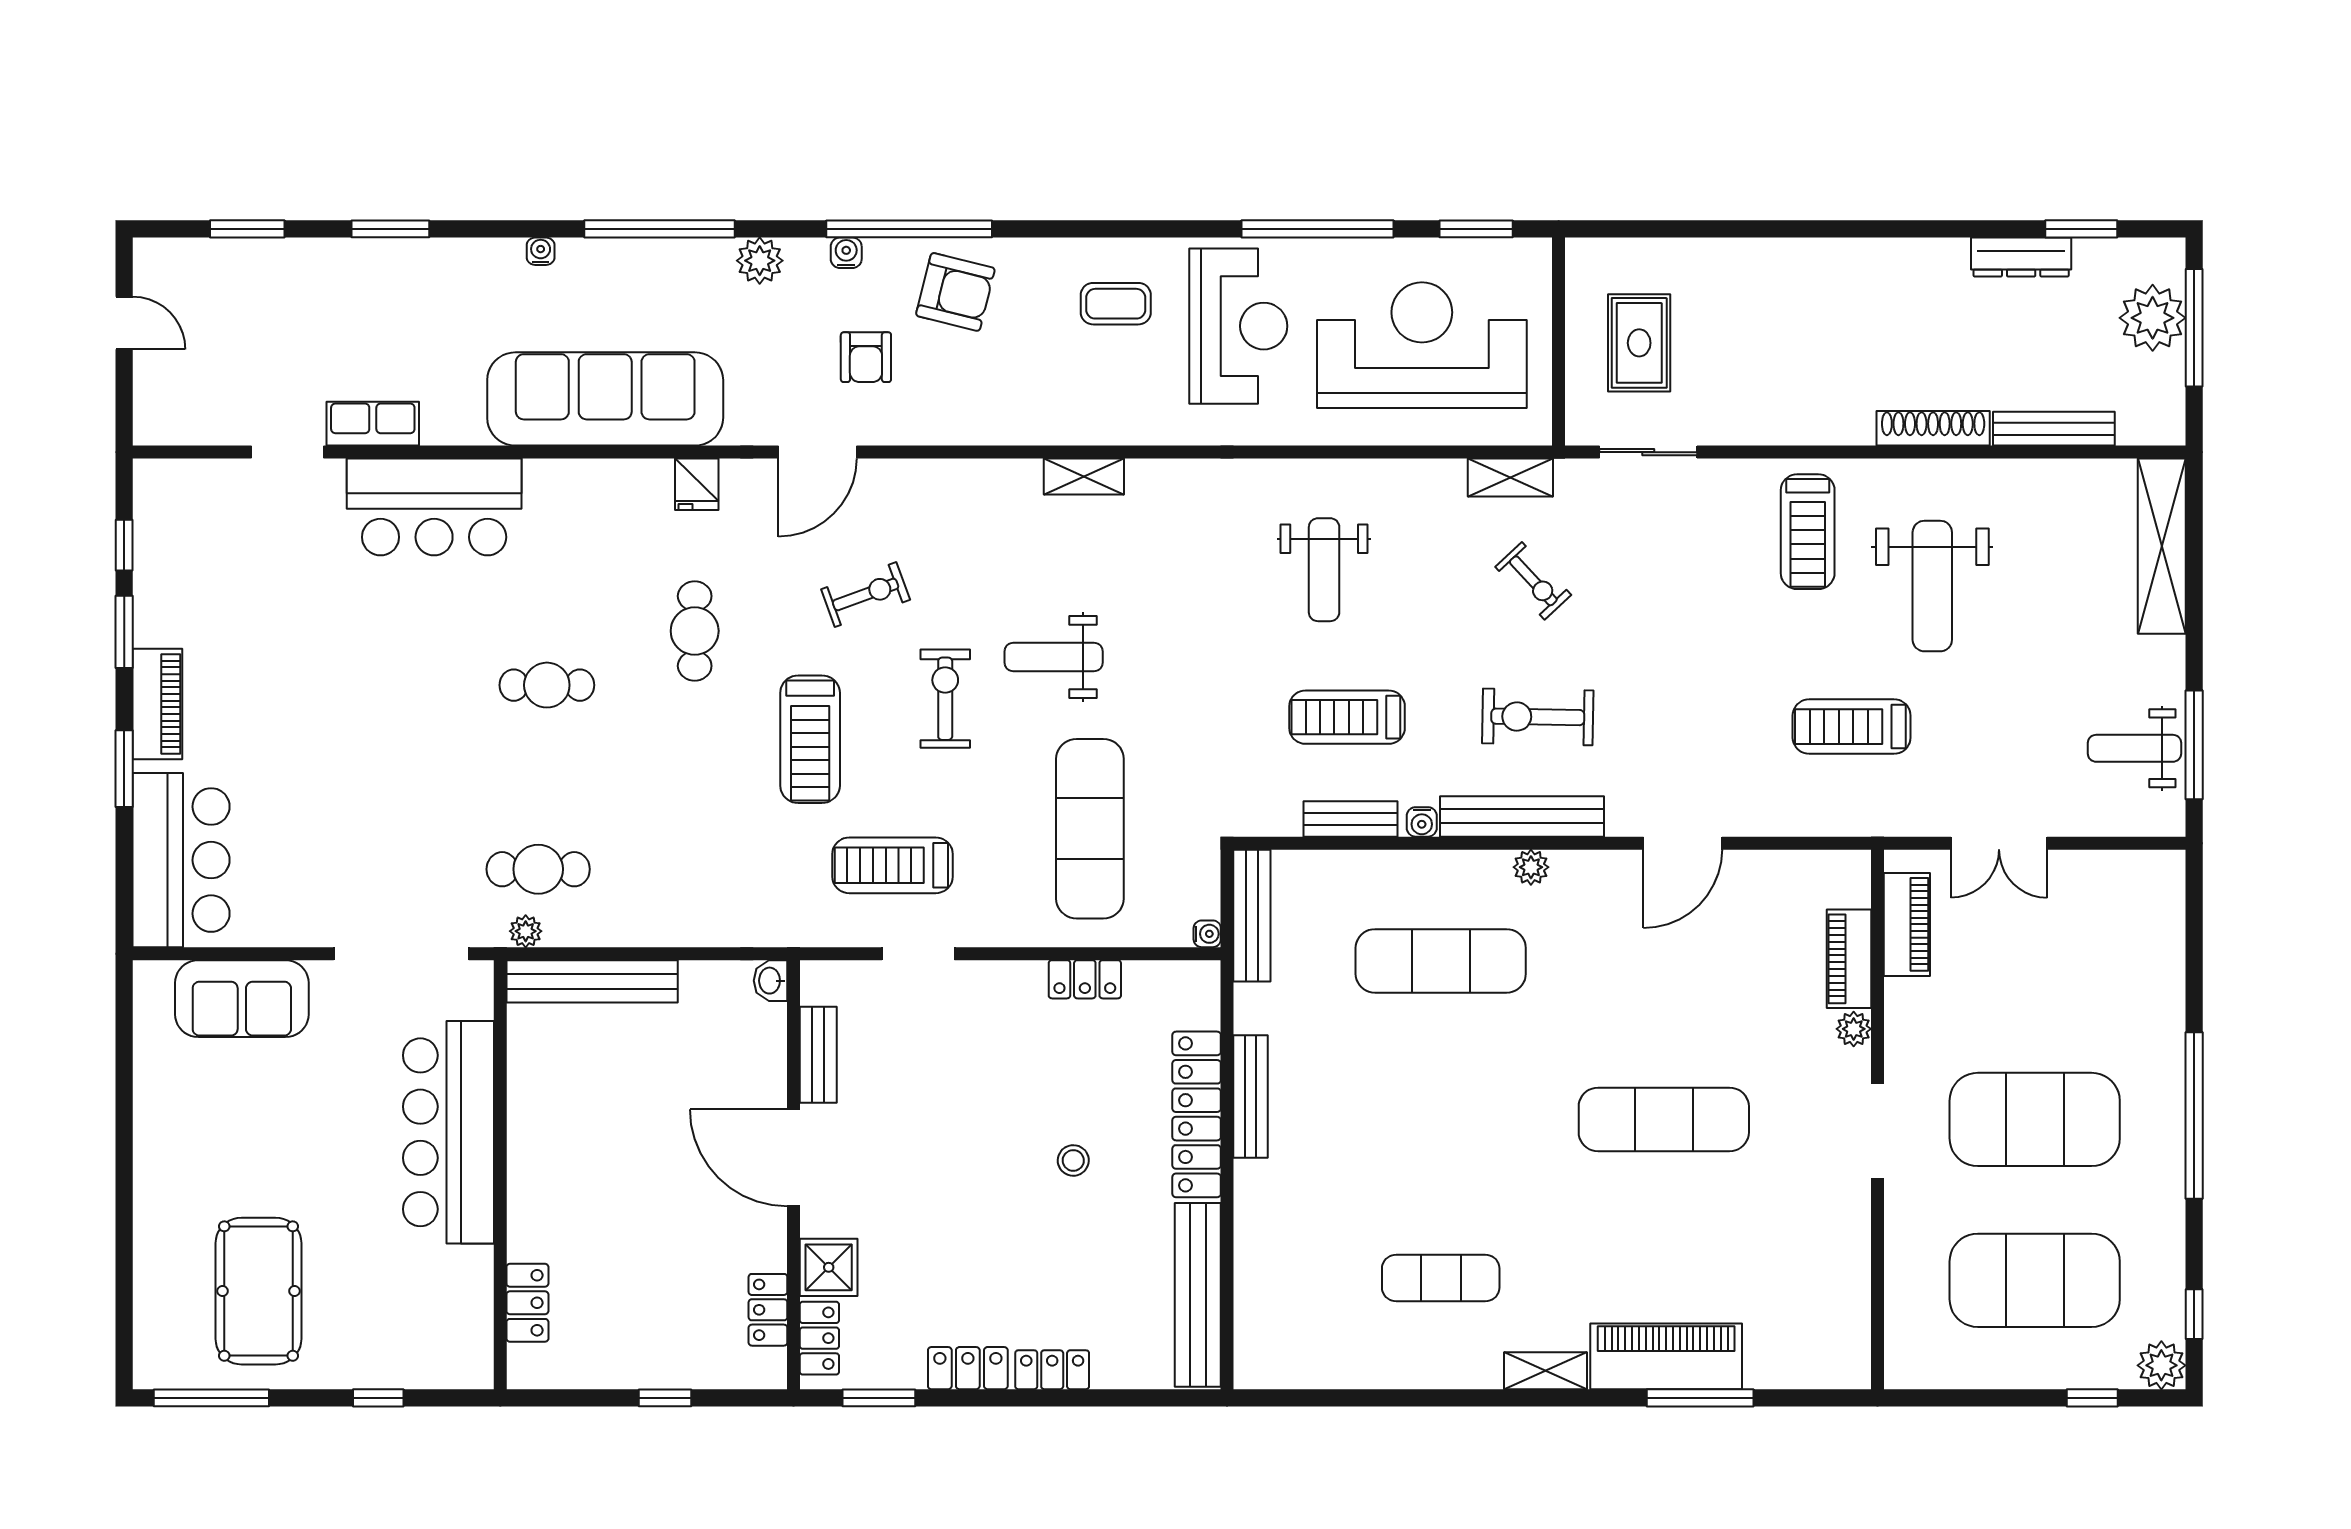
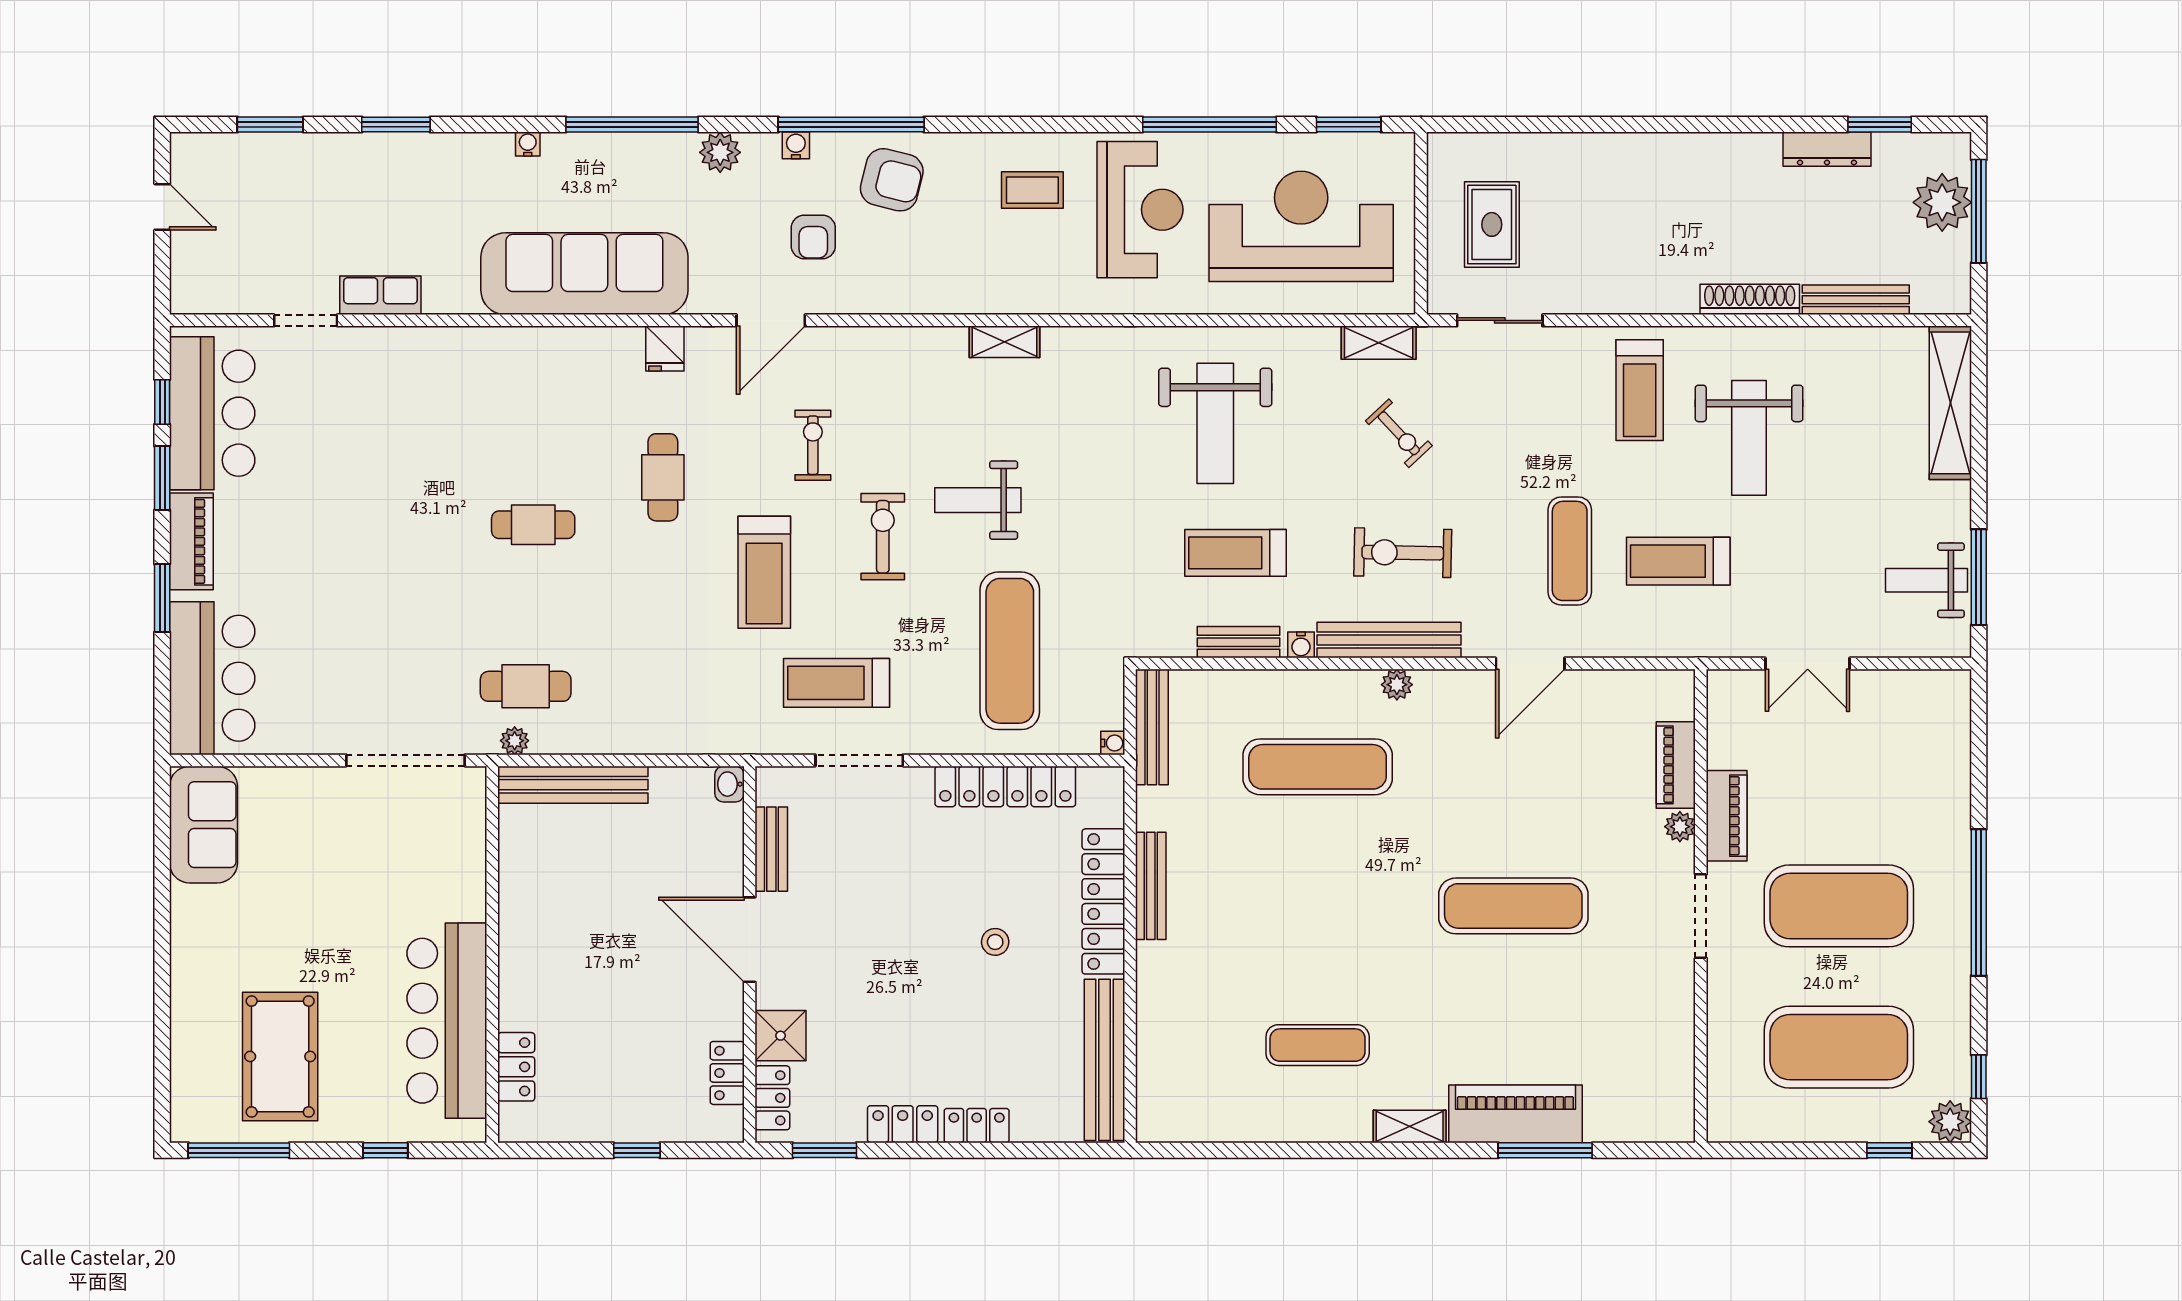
bar counter: (434, 507) -> (212, 413), moved, turned -90
weight bench: (1324, 570) -> (1215, 423), width x1.36, depth x1.33
exercise bike: (866, 595) -> (813, 445), turned -70
exercise mat: (1728, 715) -> (1570, 551), added
piano: (1907, 924) -> (1727, 816), moved
doorway: (918, 954) -> (859, 760), width x1.38
locker: (1085, 979) -> (1005, 786), width x2.16, depth x1.21
sofa: (242, 999) -> (203, 825), moved, turned -90
bar counter: (448, 1132) -> (447, 1021), moved

